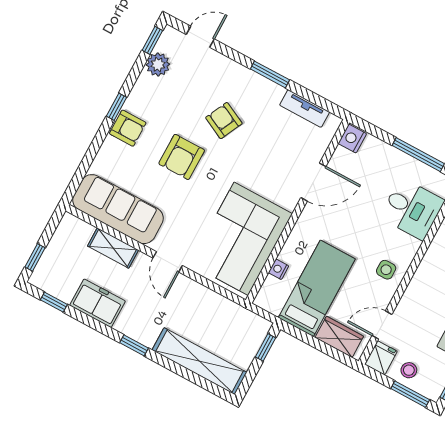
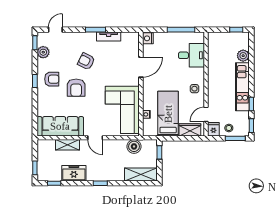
tv unit: (305, 108) -> (109, 36), moved
armchair: (128, 128) -> (52, 79), moved
boiler: (227, 313) -> (134, 146), added
shelving: (199, 361) -> (141, 174), width x0.68

